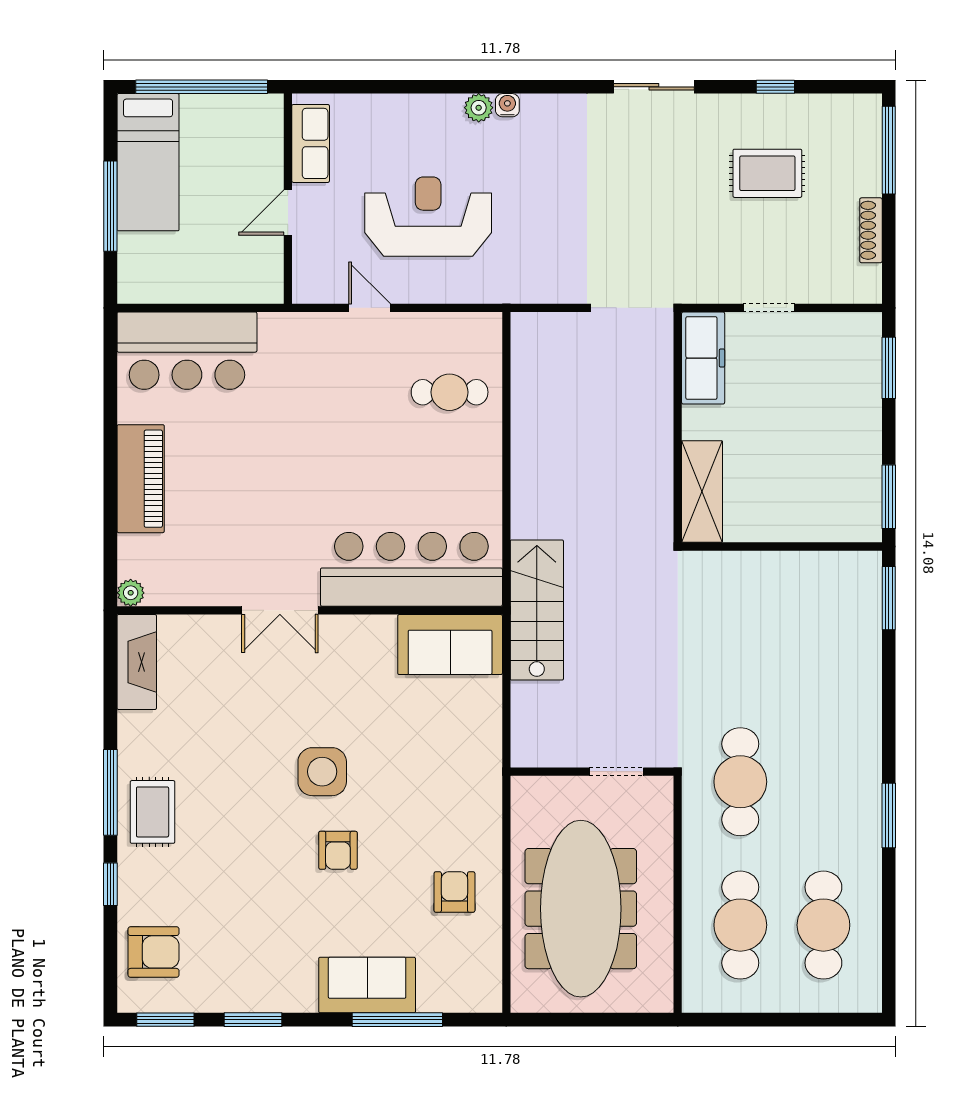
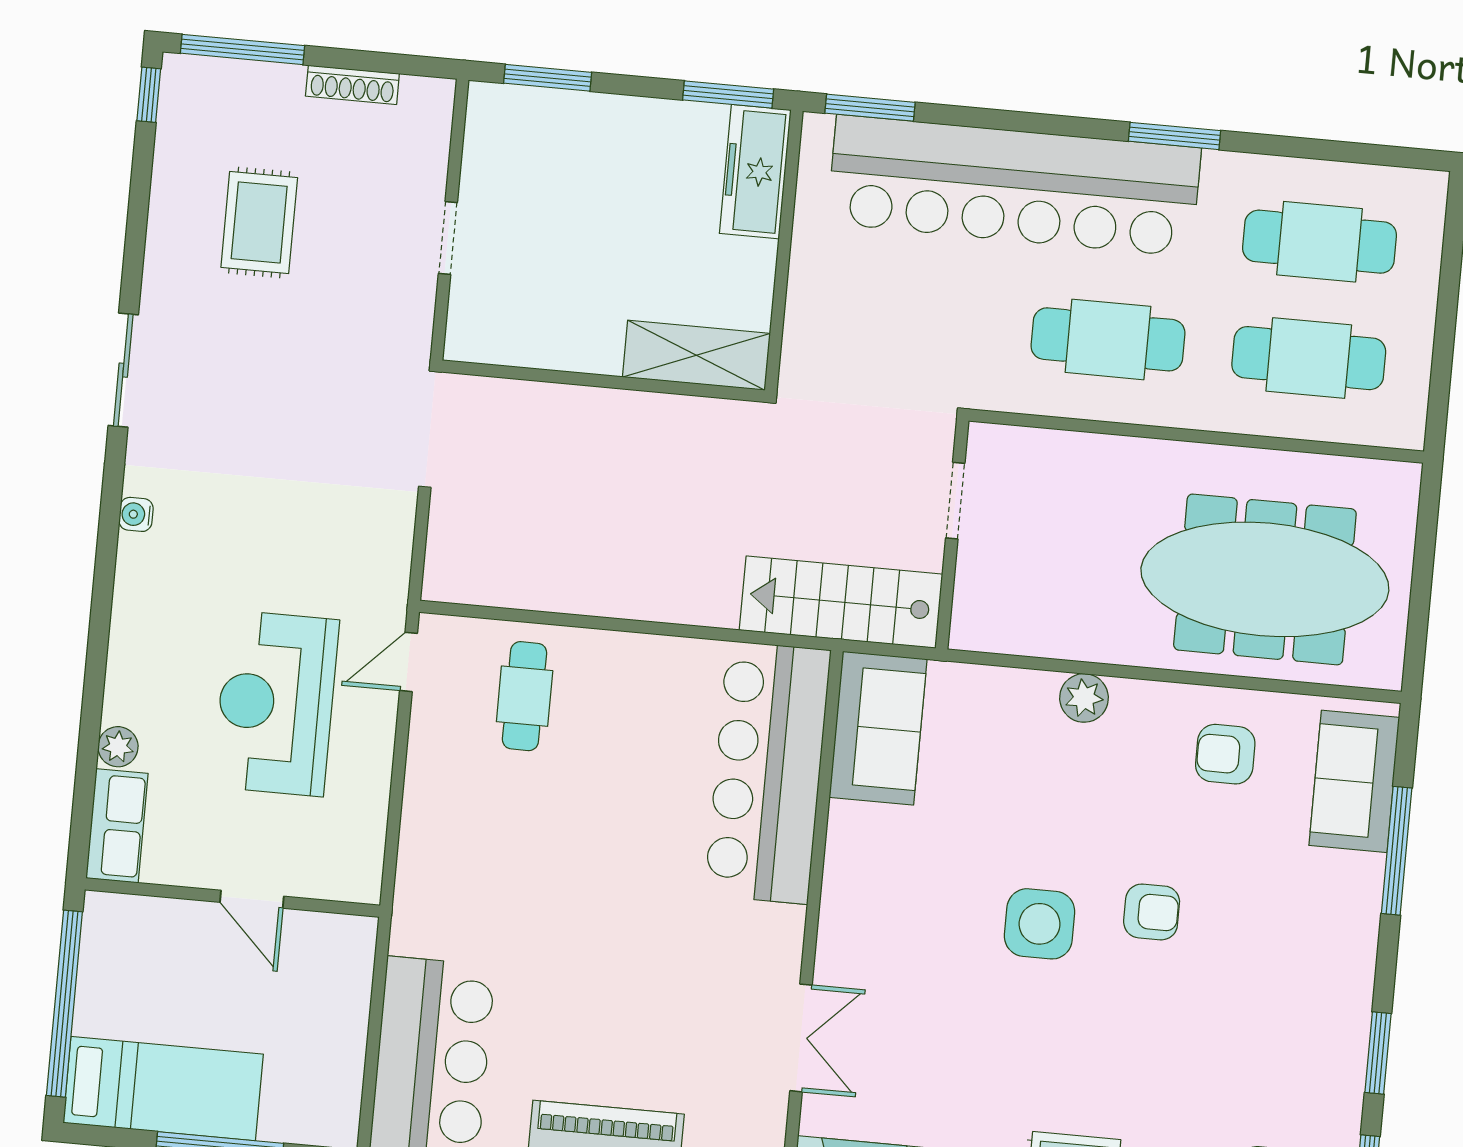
window: (775, 87) -> (149, 95), moved
water cooler: (507, 105) -> (136, 514), moved
plant: (479, 108) -> (118, 747), moved
row of seats: (311, 143) -> (117, 826), moved, turned 90
door: (370, 308) -> (409, 662), moved
freezer: (703, 358) -> (755, 172), moved, turned -90
double door: (280, 610) -> (801, 1038), moved
bar counter: (843, 705) -> (1014, 186), added
wall: (592, 772) -> (952, 535), moved
doorway: (616, 772) -> (955, 501), moved
plant: (485, 788) -> (1084, 698), added
sofa: (367, 985) -> (1354, 781), moved

